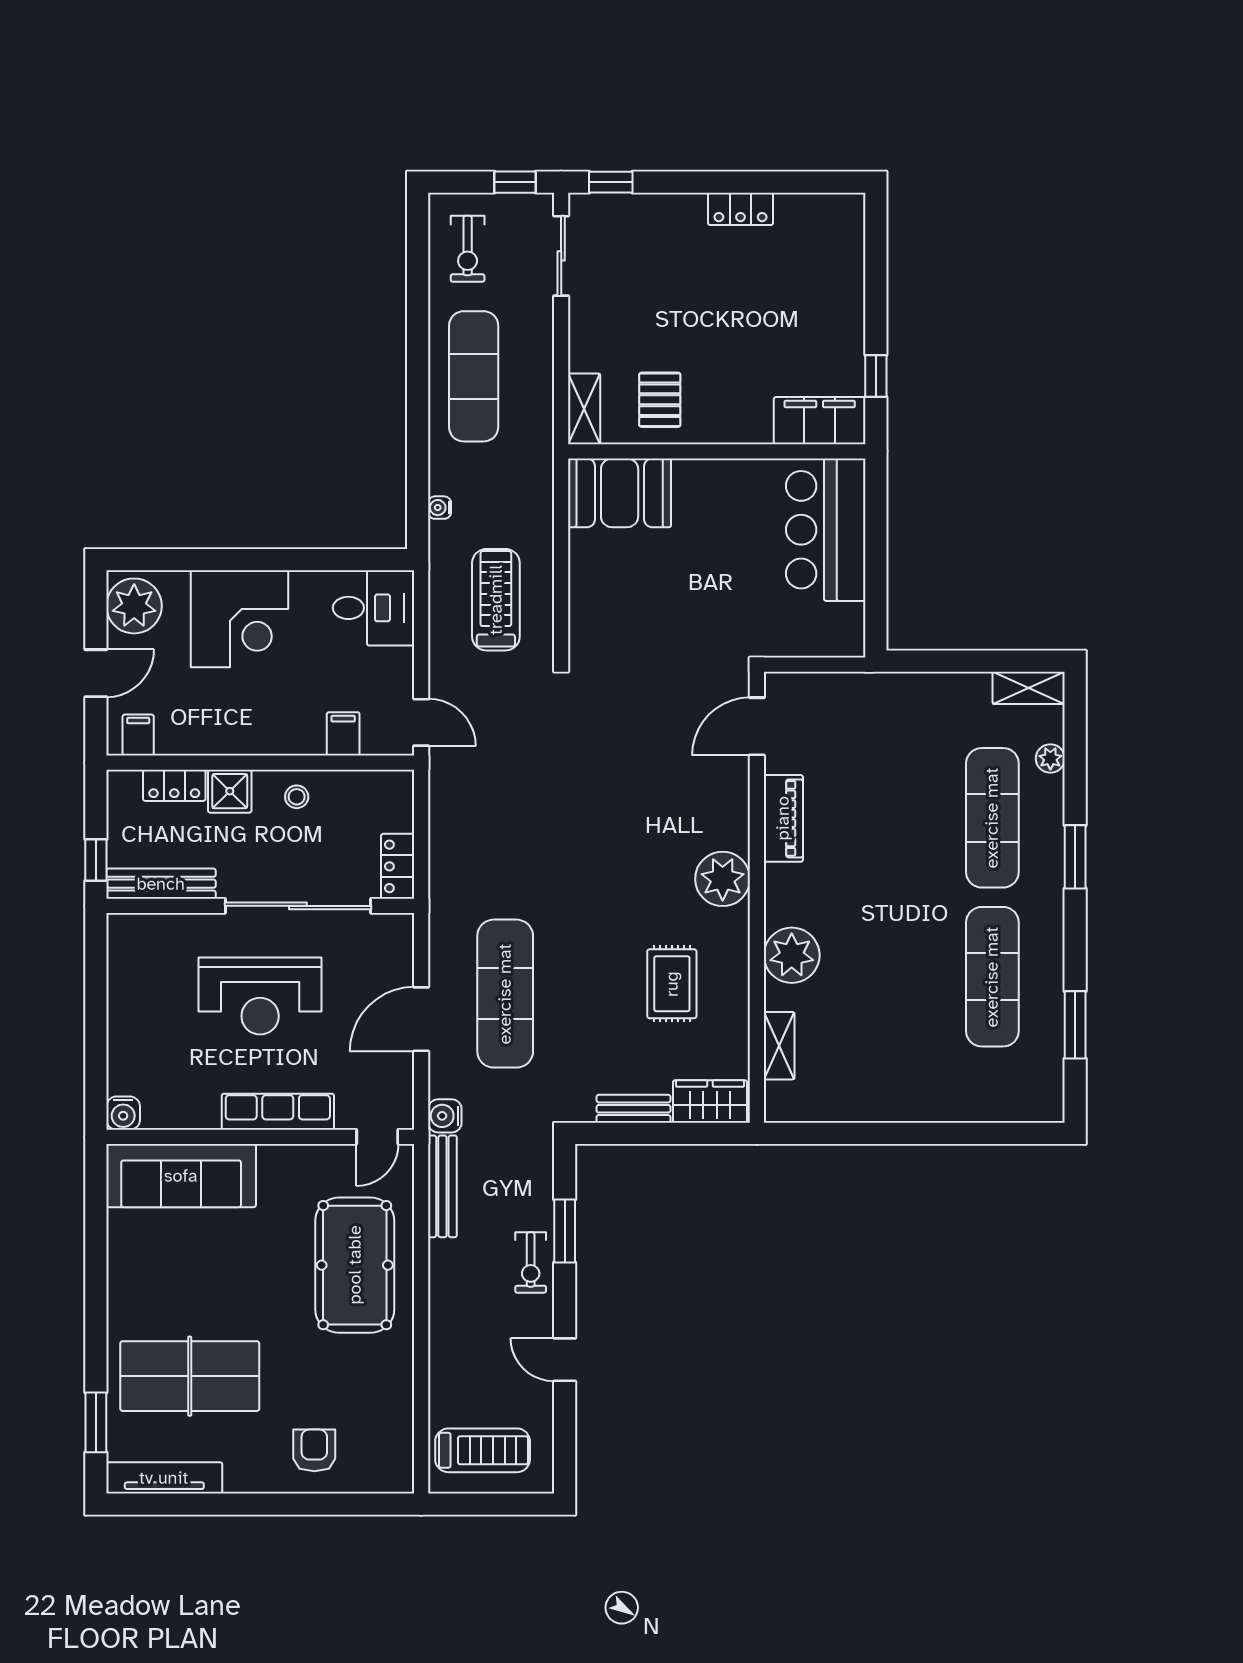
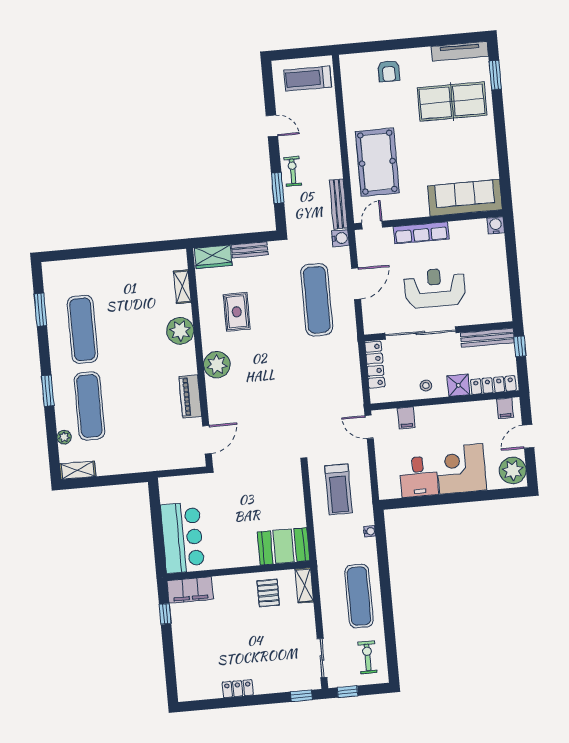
desk: (374, 608) -> (419, 477), moved, turned -90
locker: (174, 785) -> (493, 385), width x1.53
locker: (398, 866) -> (375, 365), width x1.53

